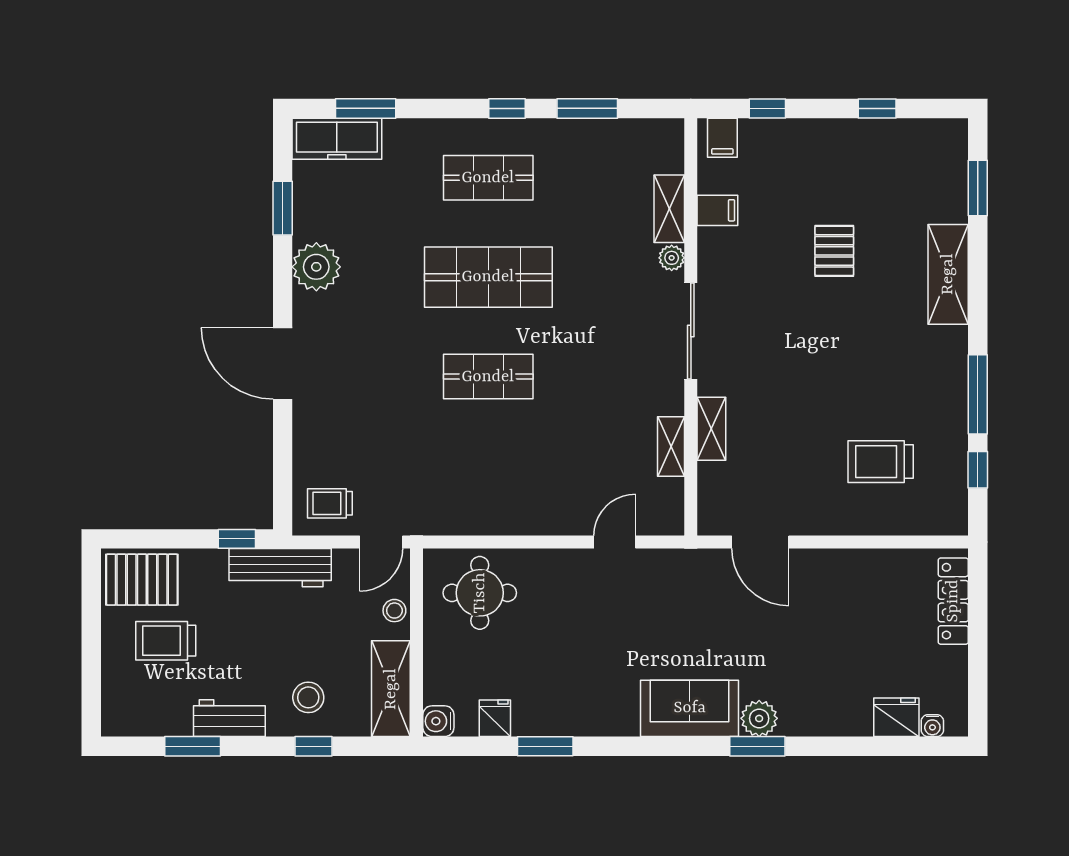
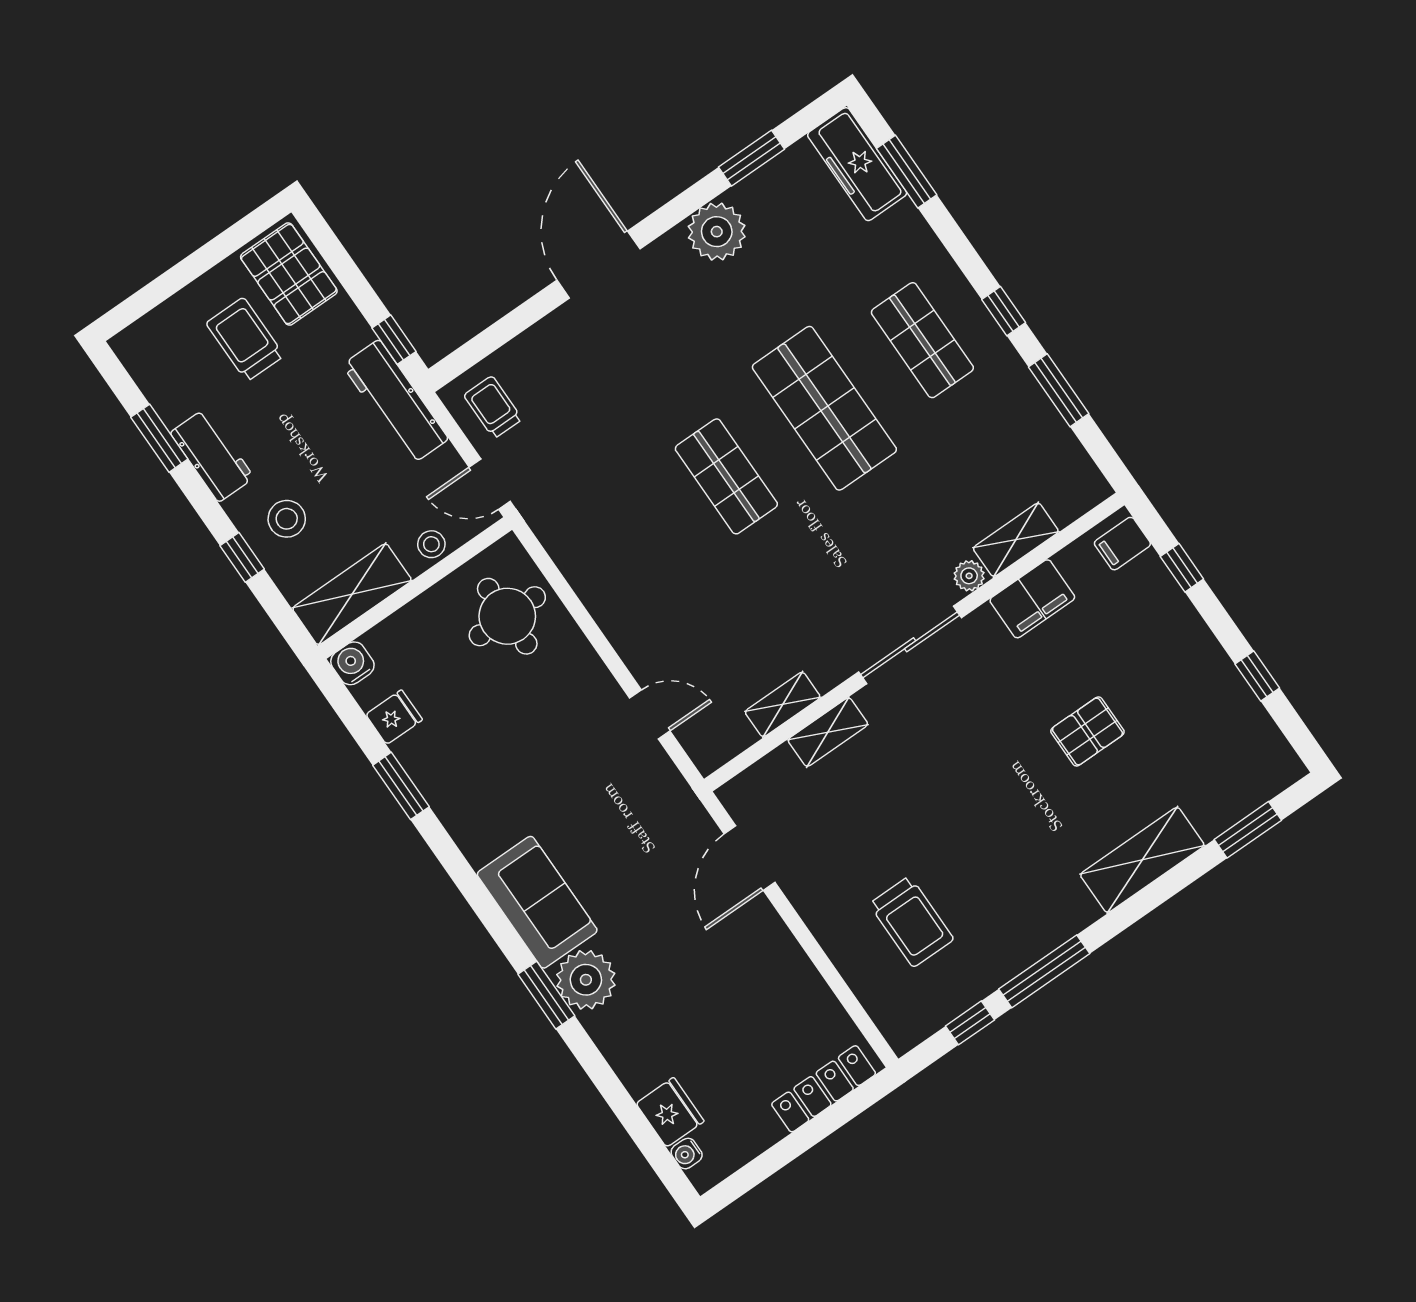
filing cabinet: (717, 210) -> (1032, 599), width x2.00
trolley: (881, 462) -> (911, 922), turned 180
plant: (759, 718) -> (586, 980), width x1.36, depth x1.36

